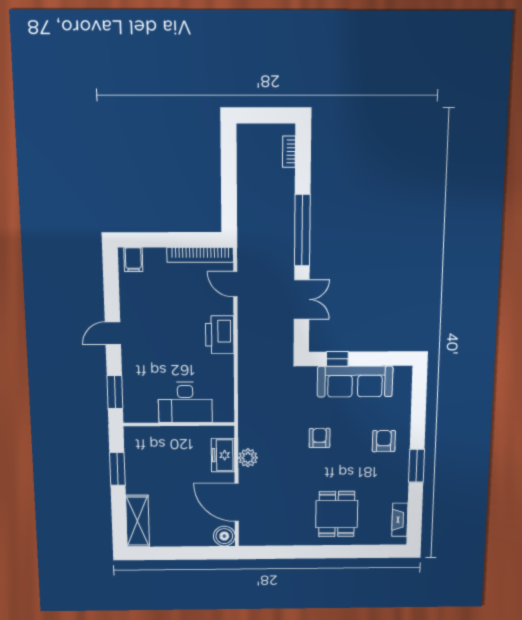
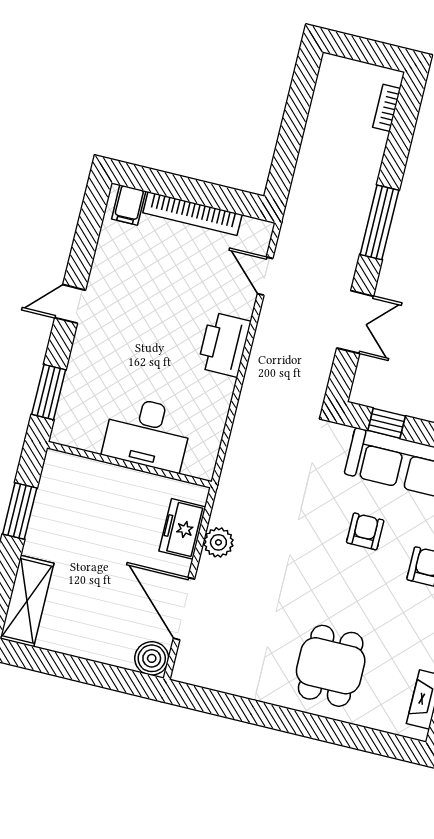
window: (302, 230) -> (379, 222), width x0.68
bookcase: (200, 255) -> (192, 214), moved
armchair: (320, 438) -> (365, 531), moved

